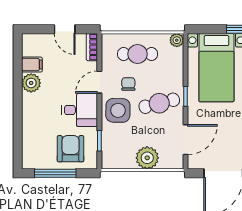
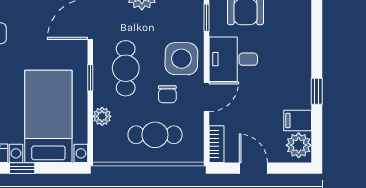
plant: (177, 40) -> (102, 116), moved
plant: (31, 83) -> (299, 145), moved
window: (18, 86) -> (317, 91), added
cafe table: (159, 103) -> (126, 68), turned -76

